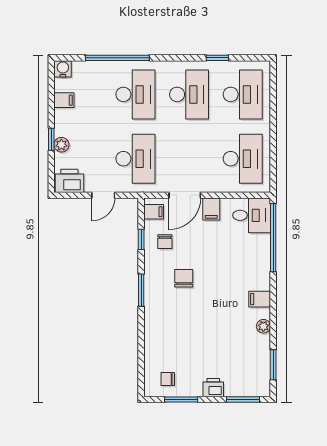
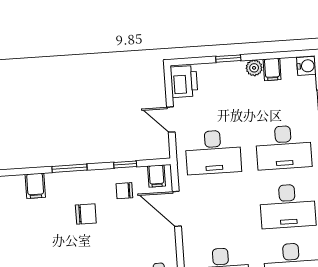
plant: (61, 145) -> (254, 68), moved
filing cabinet: (211, 209) -> (35, 186), moved, turned -90

